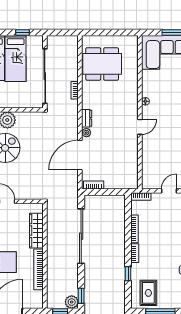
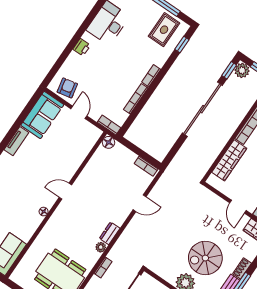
plant: (86, 133) -> (101, 247), moved
door: (80, 155) -> (140, 203), width x0.53
floor lamp: (133, 184) -> (108, 142), added
door: (169, 191) -> (79, 112), swing flipped
sliding door: (81, 236) -> (202, 109), moved
window: (128, 274) -> (182, 44), moved

